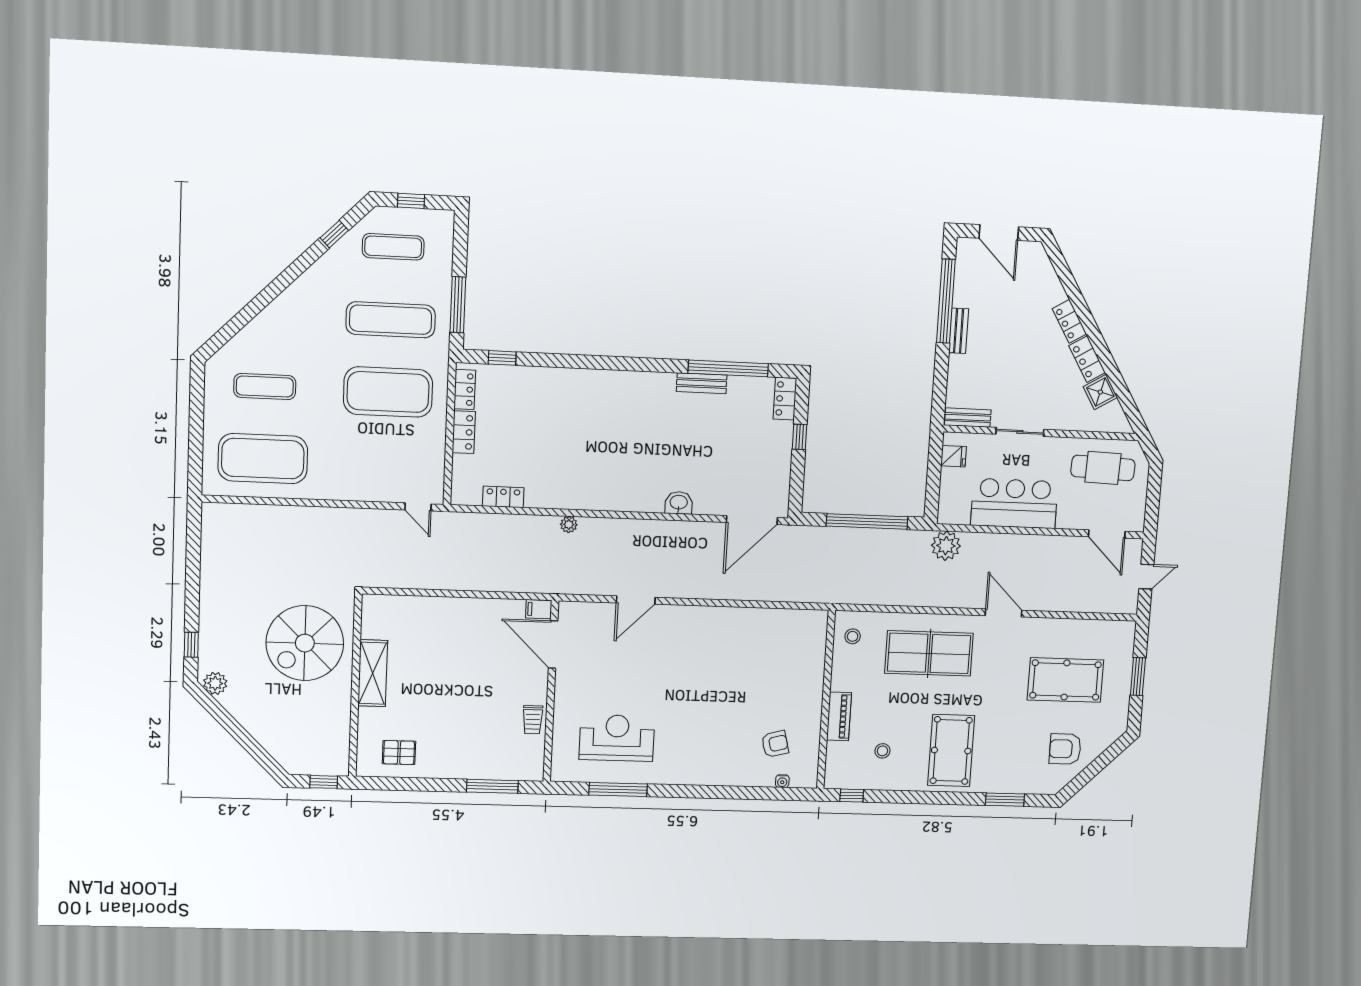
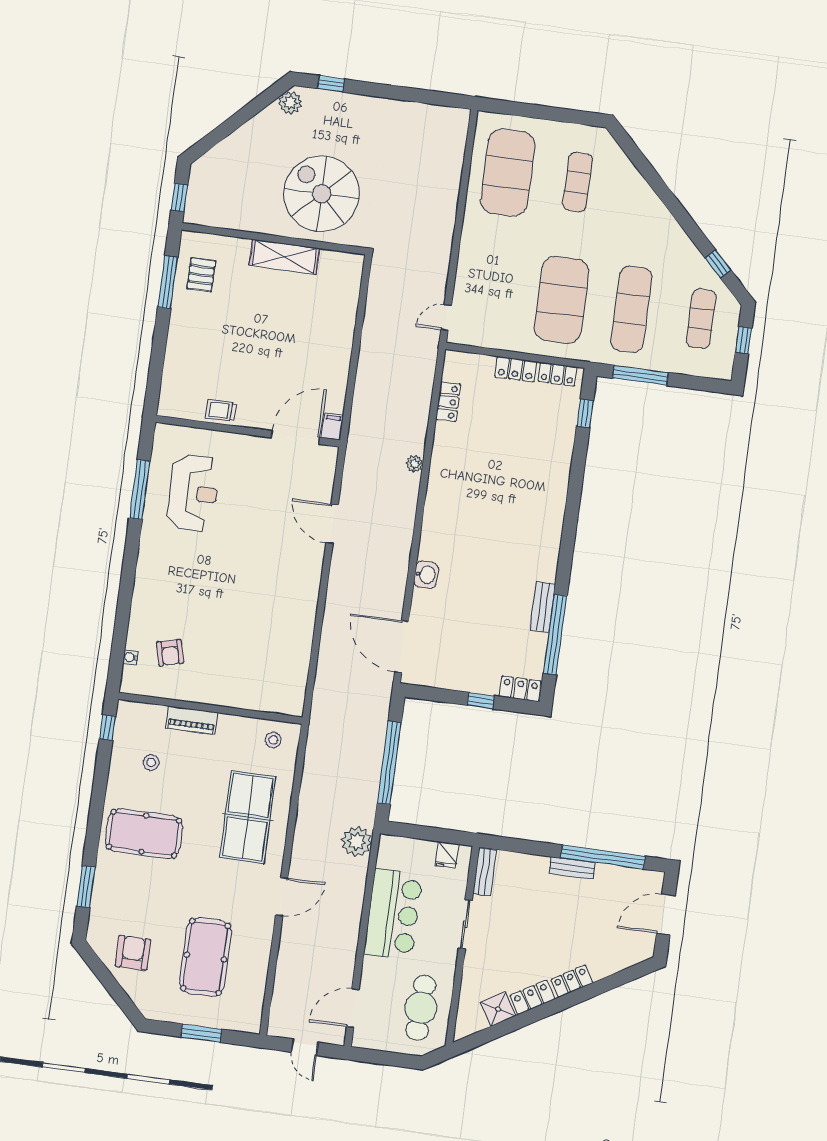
window: (492, 786) -> (168, 282), moved

